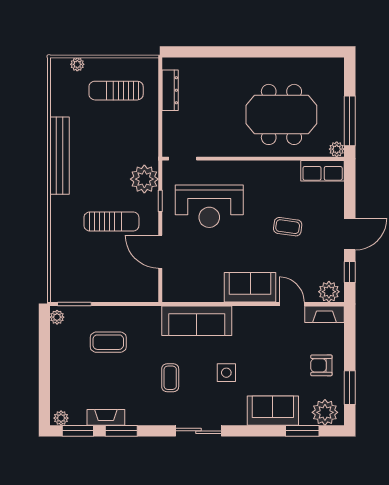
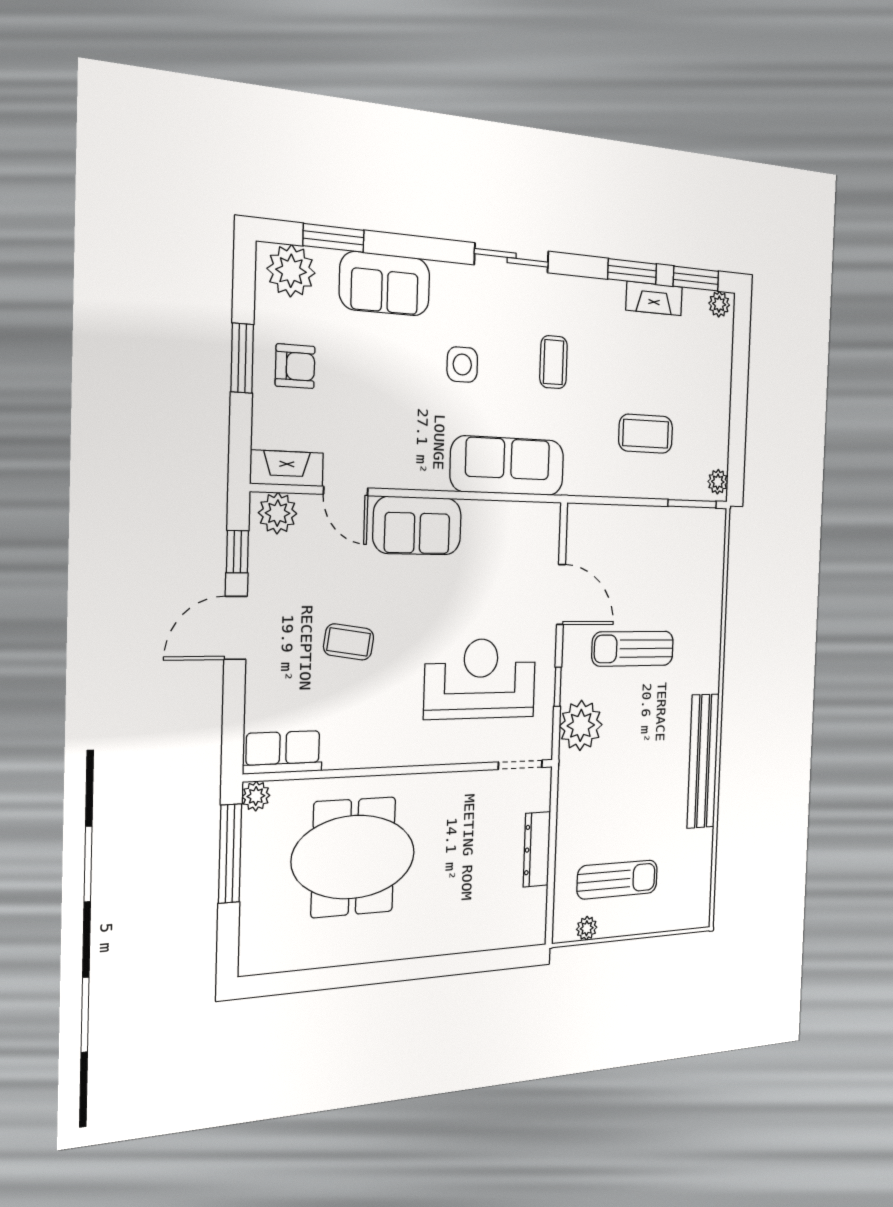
plant: (77, 64) -> (587, 928), moved
dresser: (170, 90) -> (537, 849), moved
window: (350, 388) -> (242, 358), moved

